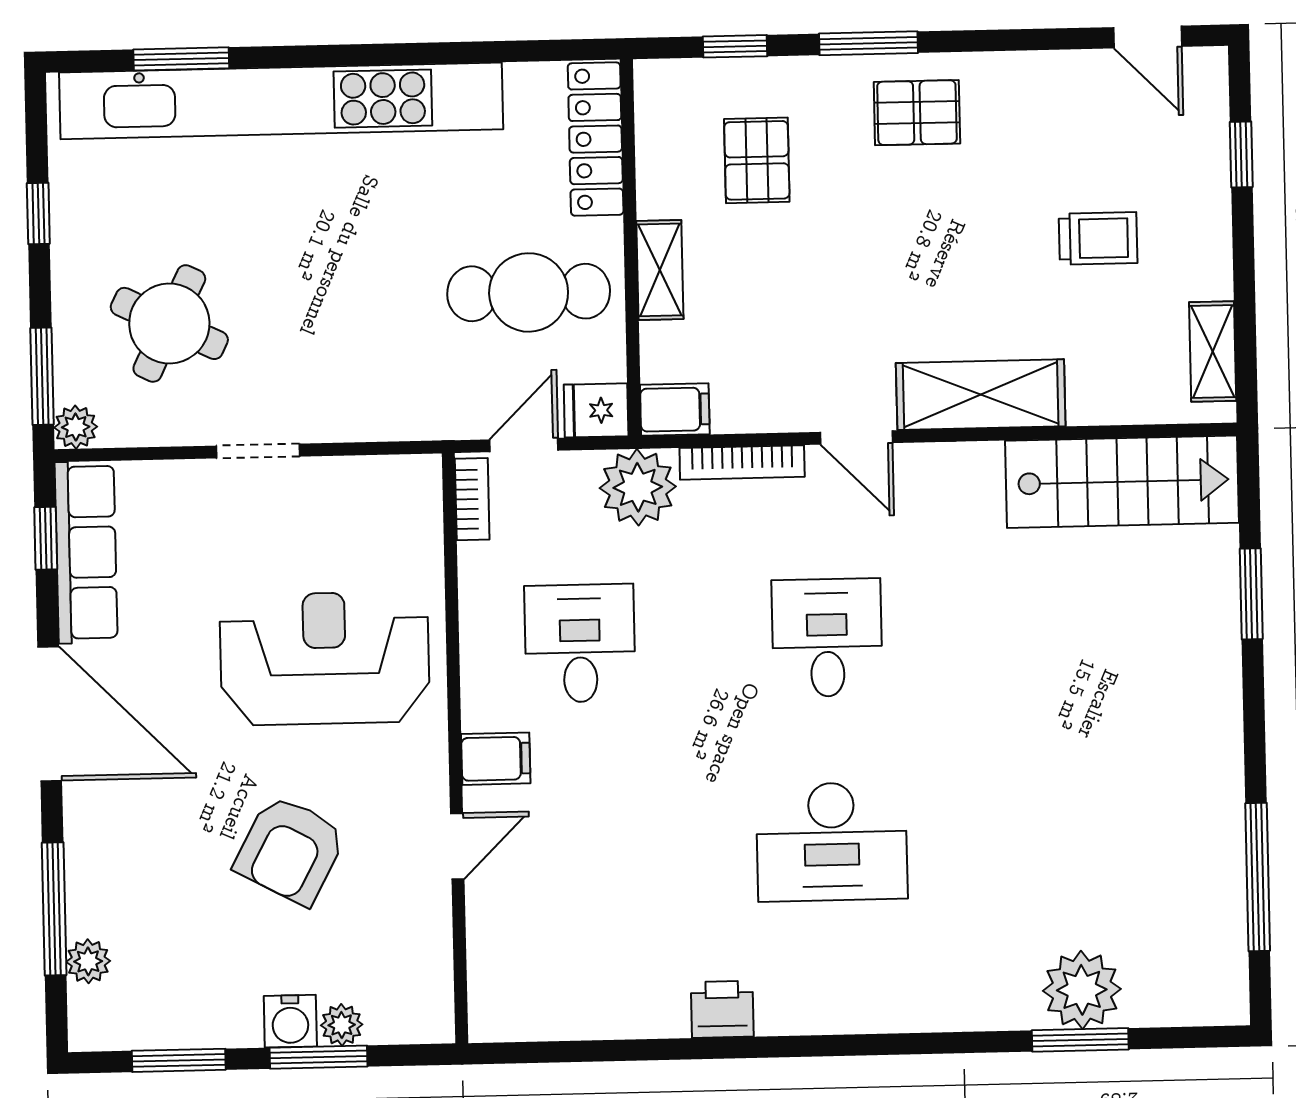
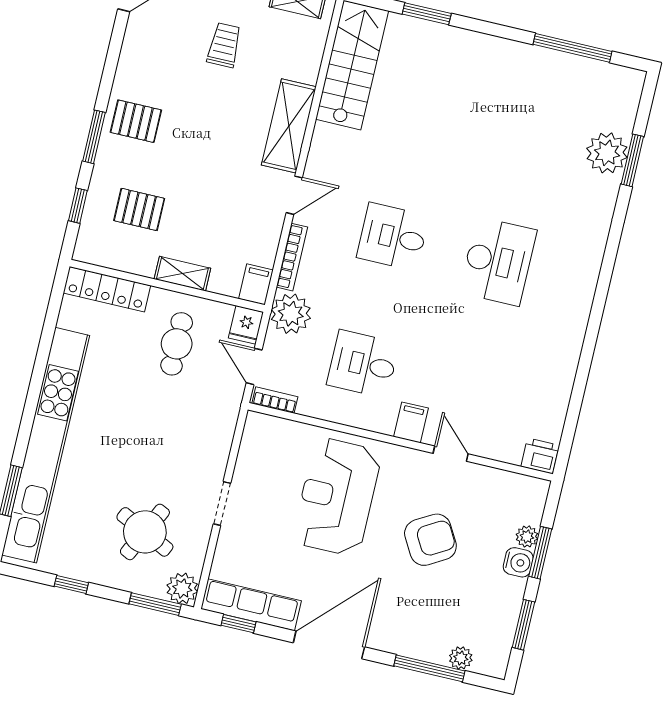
pallet: (917, 113) -> (136, 121), turned 90
cafe table: (529, 292) -> (177, 344), width x0.73, depth x0.74
plant: (76, 427) -> (182, 588), width x1.38, depth x1.38
armchair: (290, 850) -> (430, 540), turned -58
printer: (722, 1009) -> (540, 456), moved, turned 90

